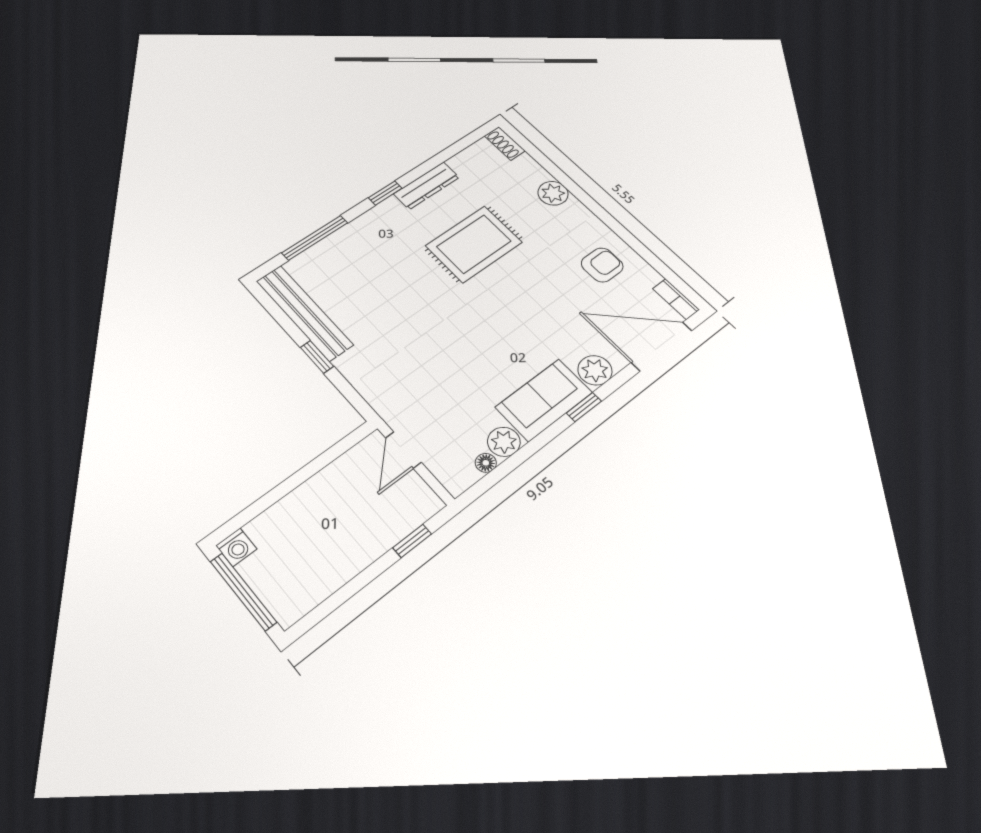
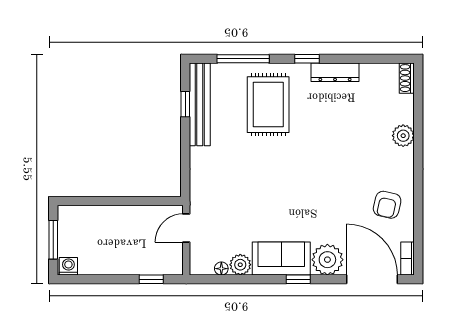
rug: (474, 244) -> (268, 105), moved, turned 90
armchair: (602, 265) -> (387, 205), turned 103
window: (317, 357) -> (185, 104), moved
plant: (595, 370) -> (327, 260), width x1.36, depth x1.36
washing machine: (236, 547) -> (68, 266), moved, turned 180
window: (243, 592) -> (53, 240), width x0.69

